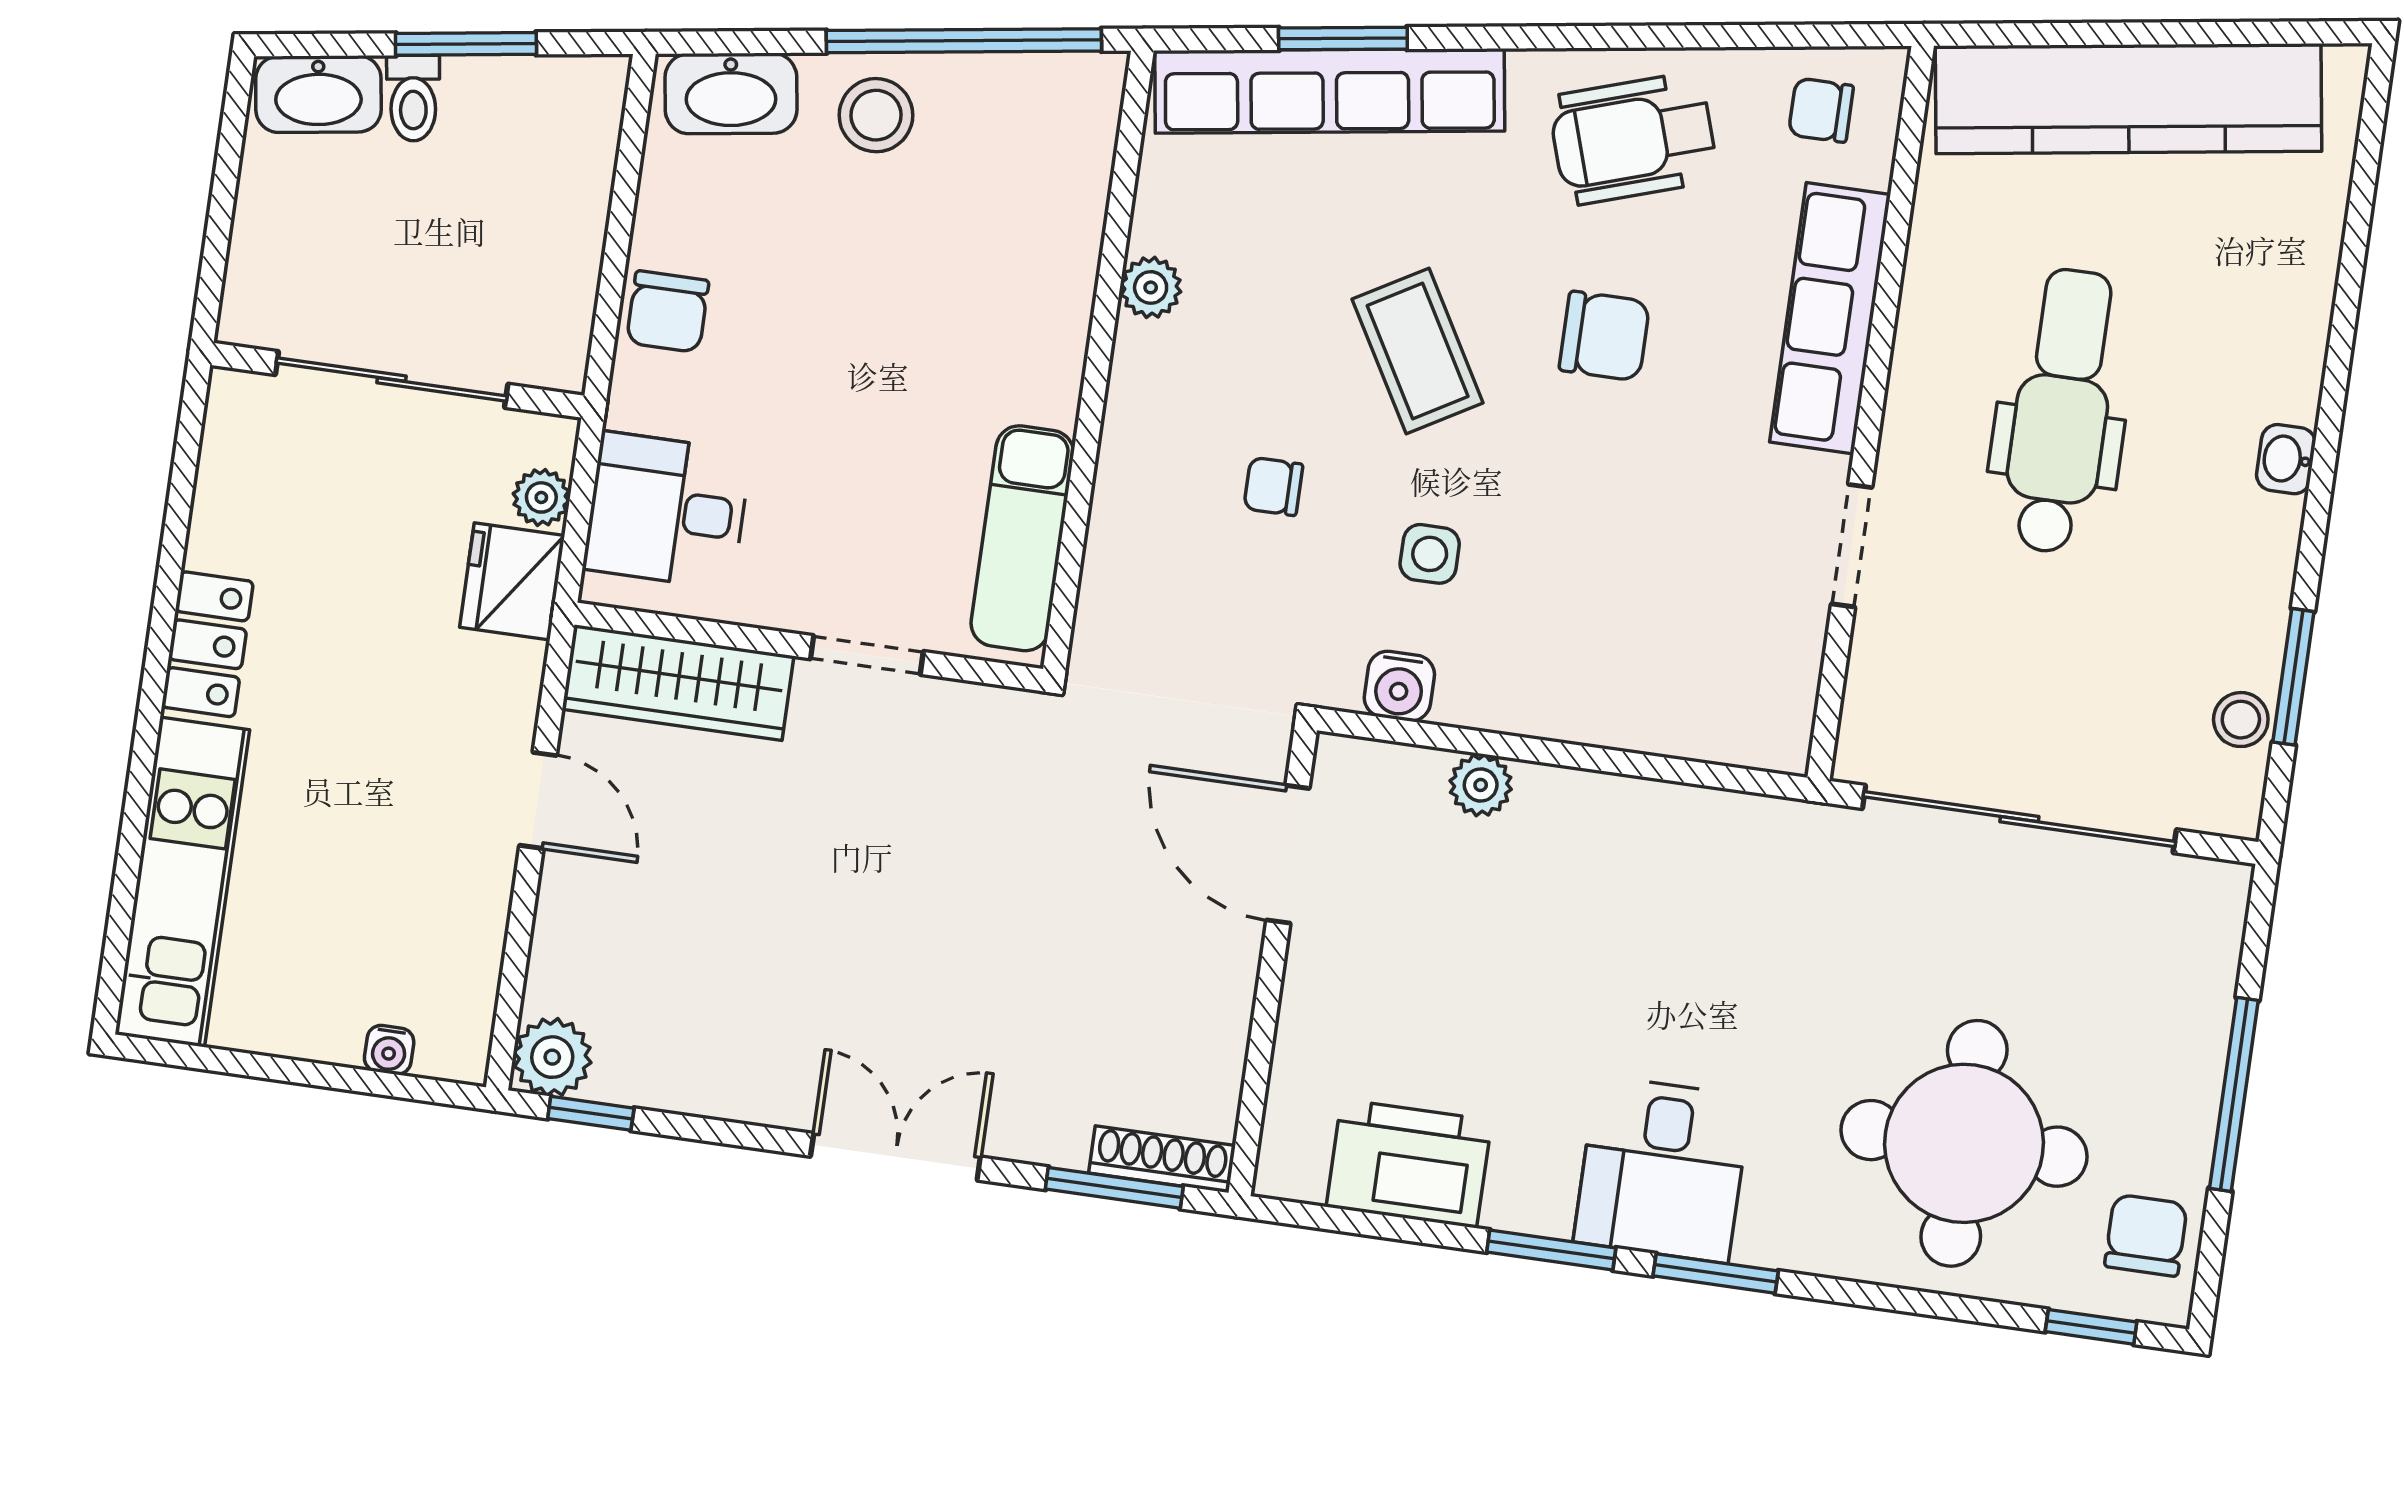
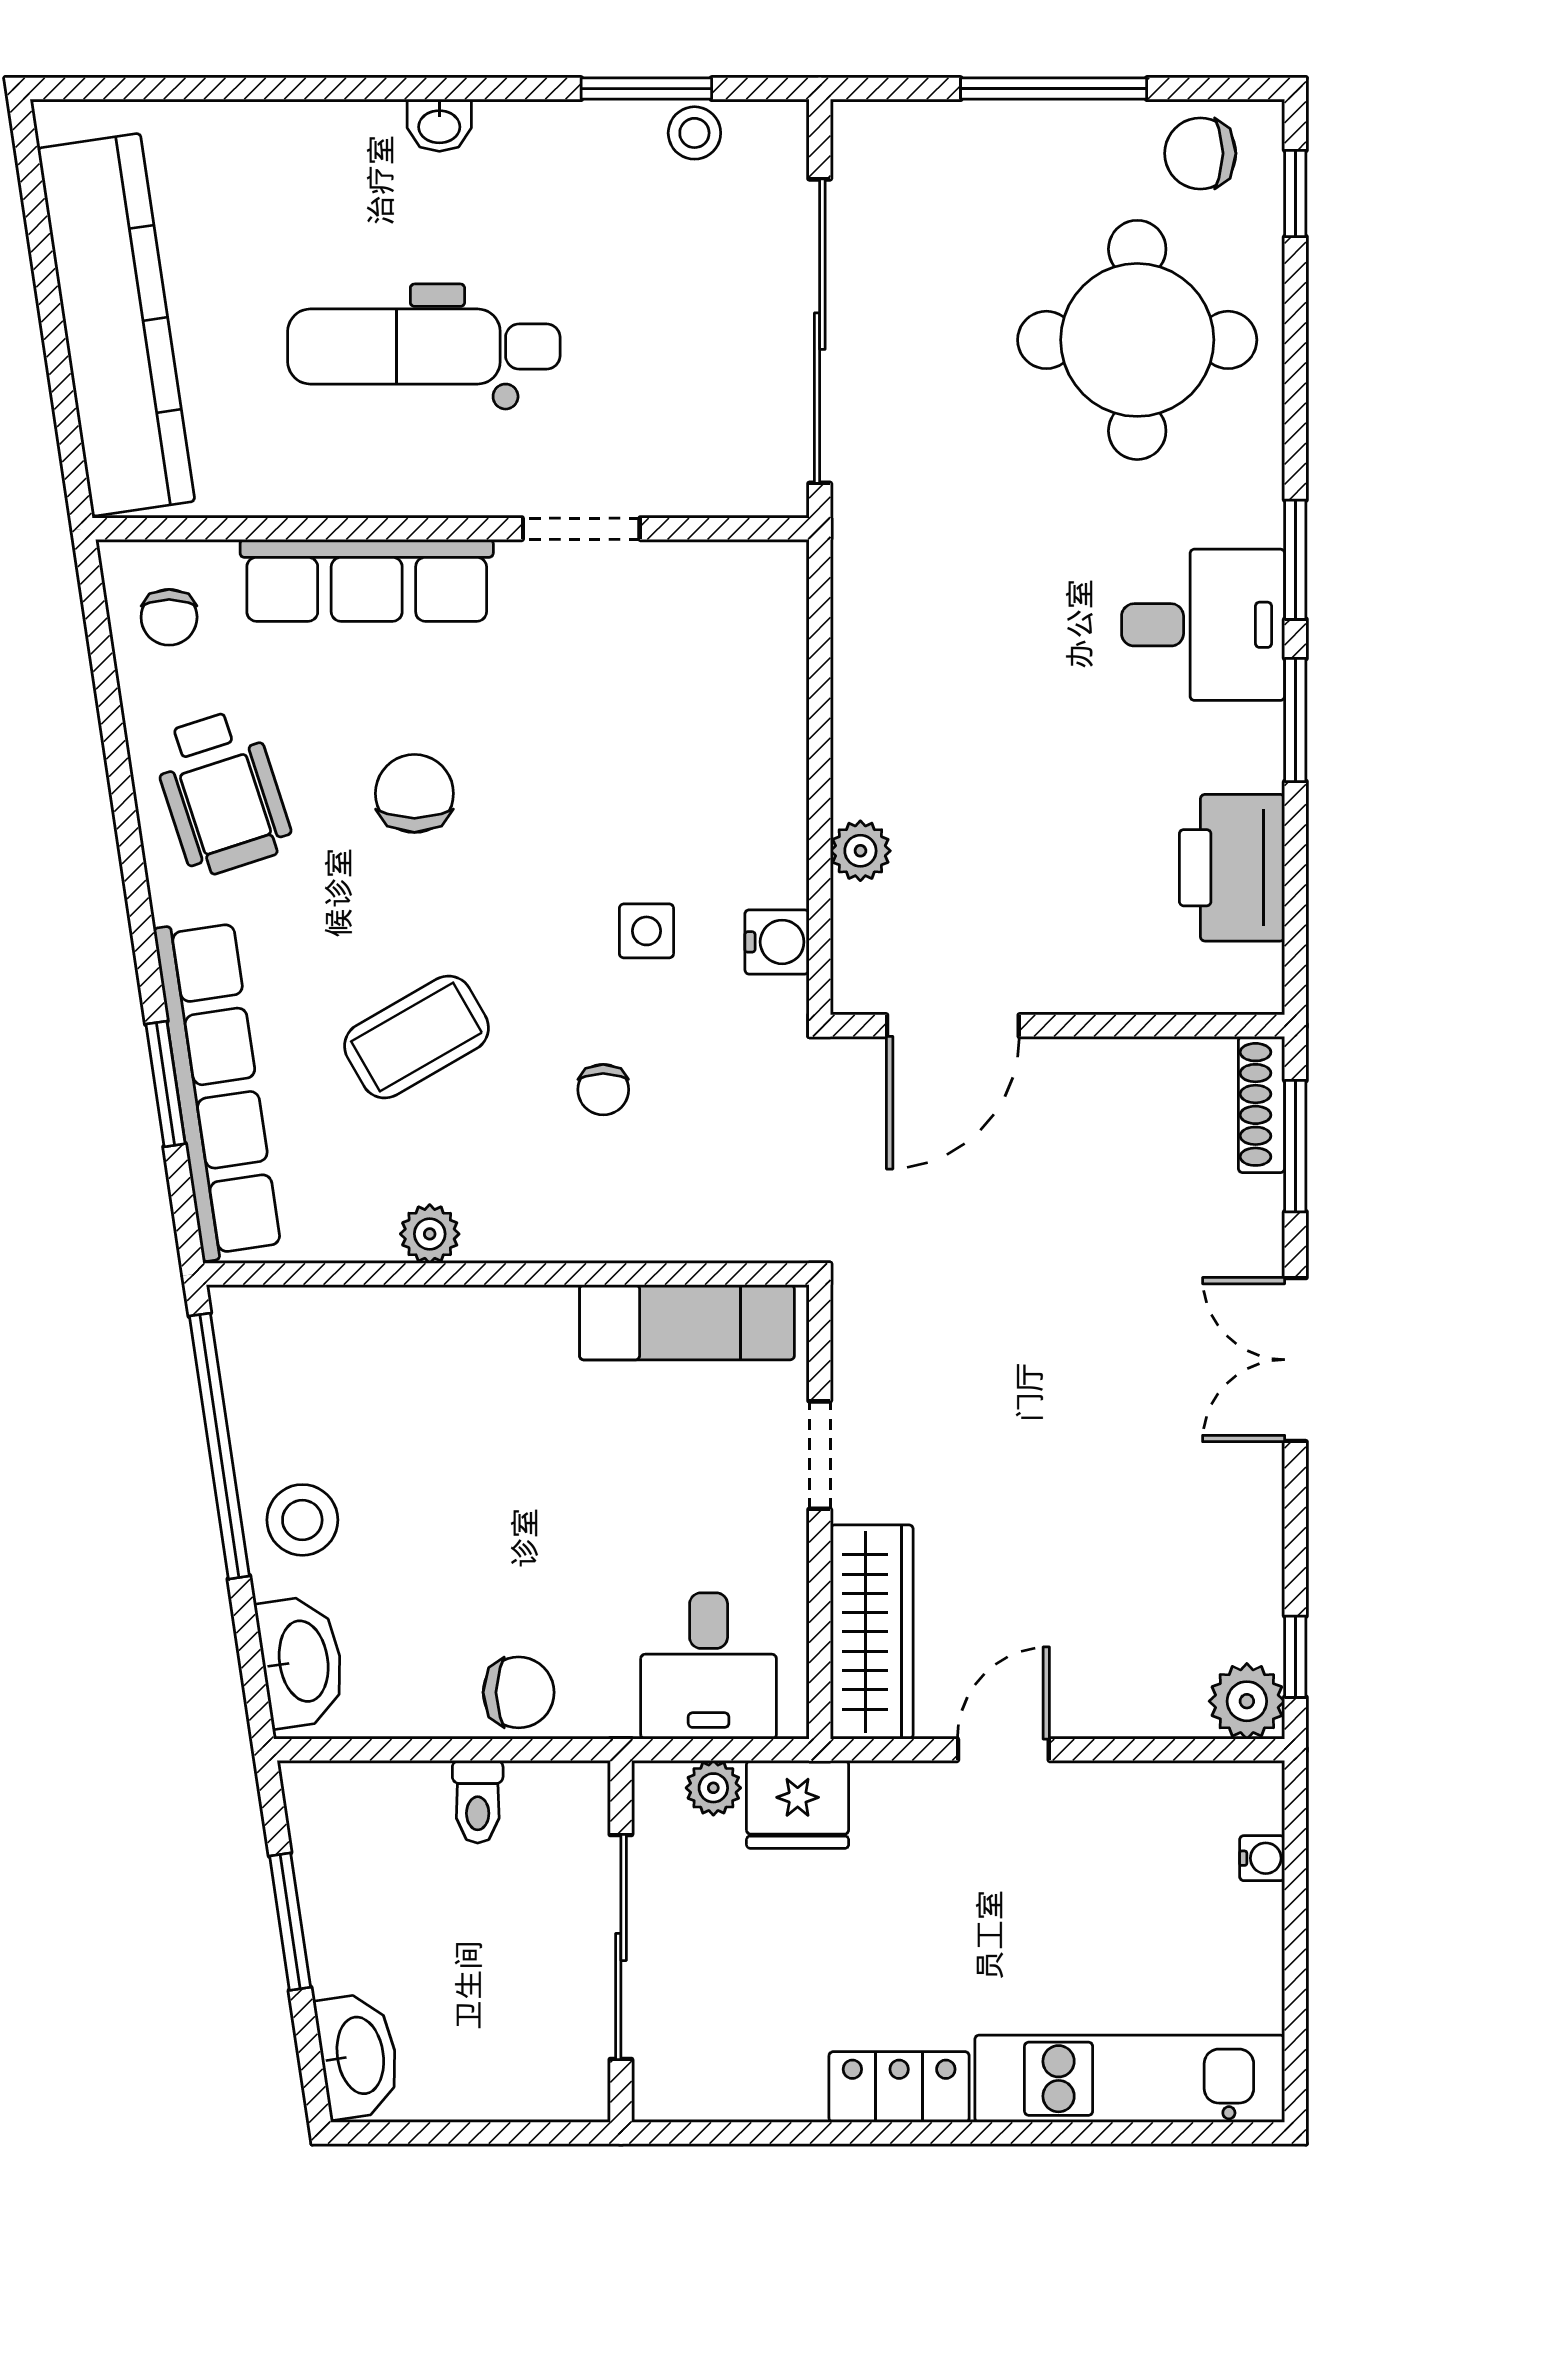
toilet: (413, 98) -> (478, 1802), moved, turned 98
coffee table: (1418, 351) -> (417, 1037), moved

